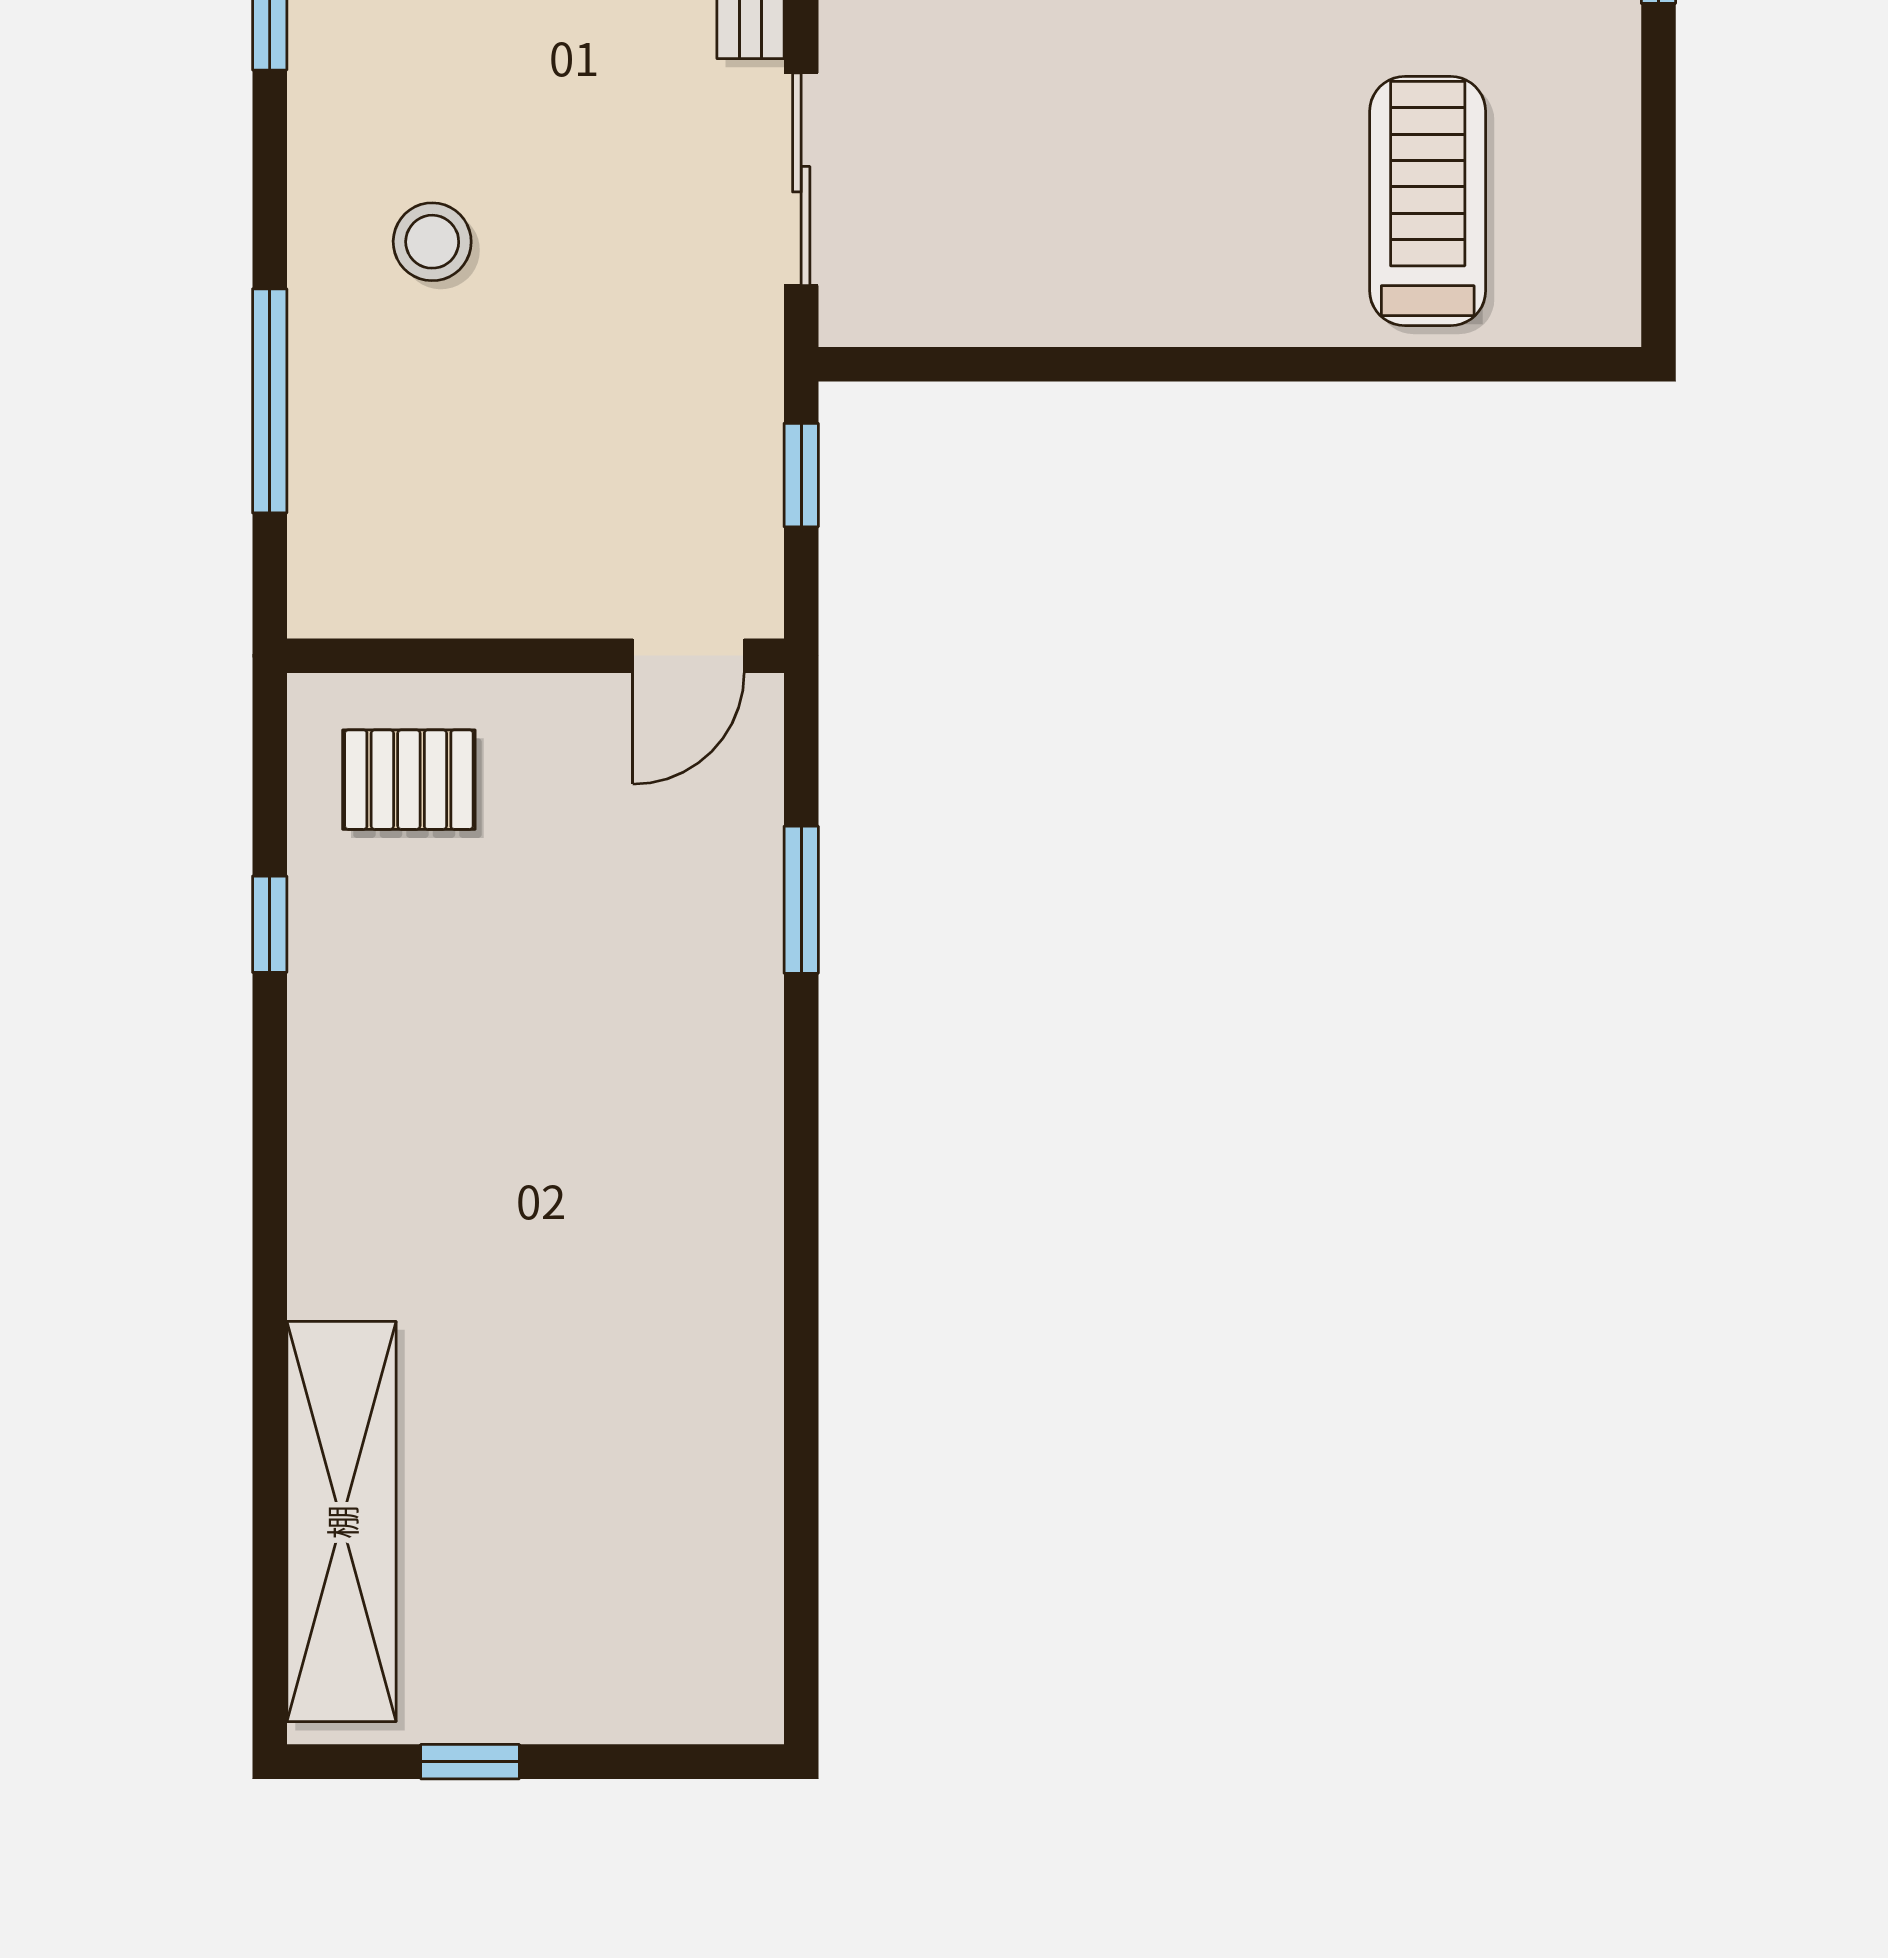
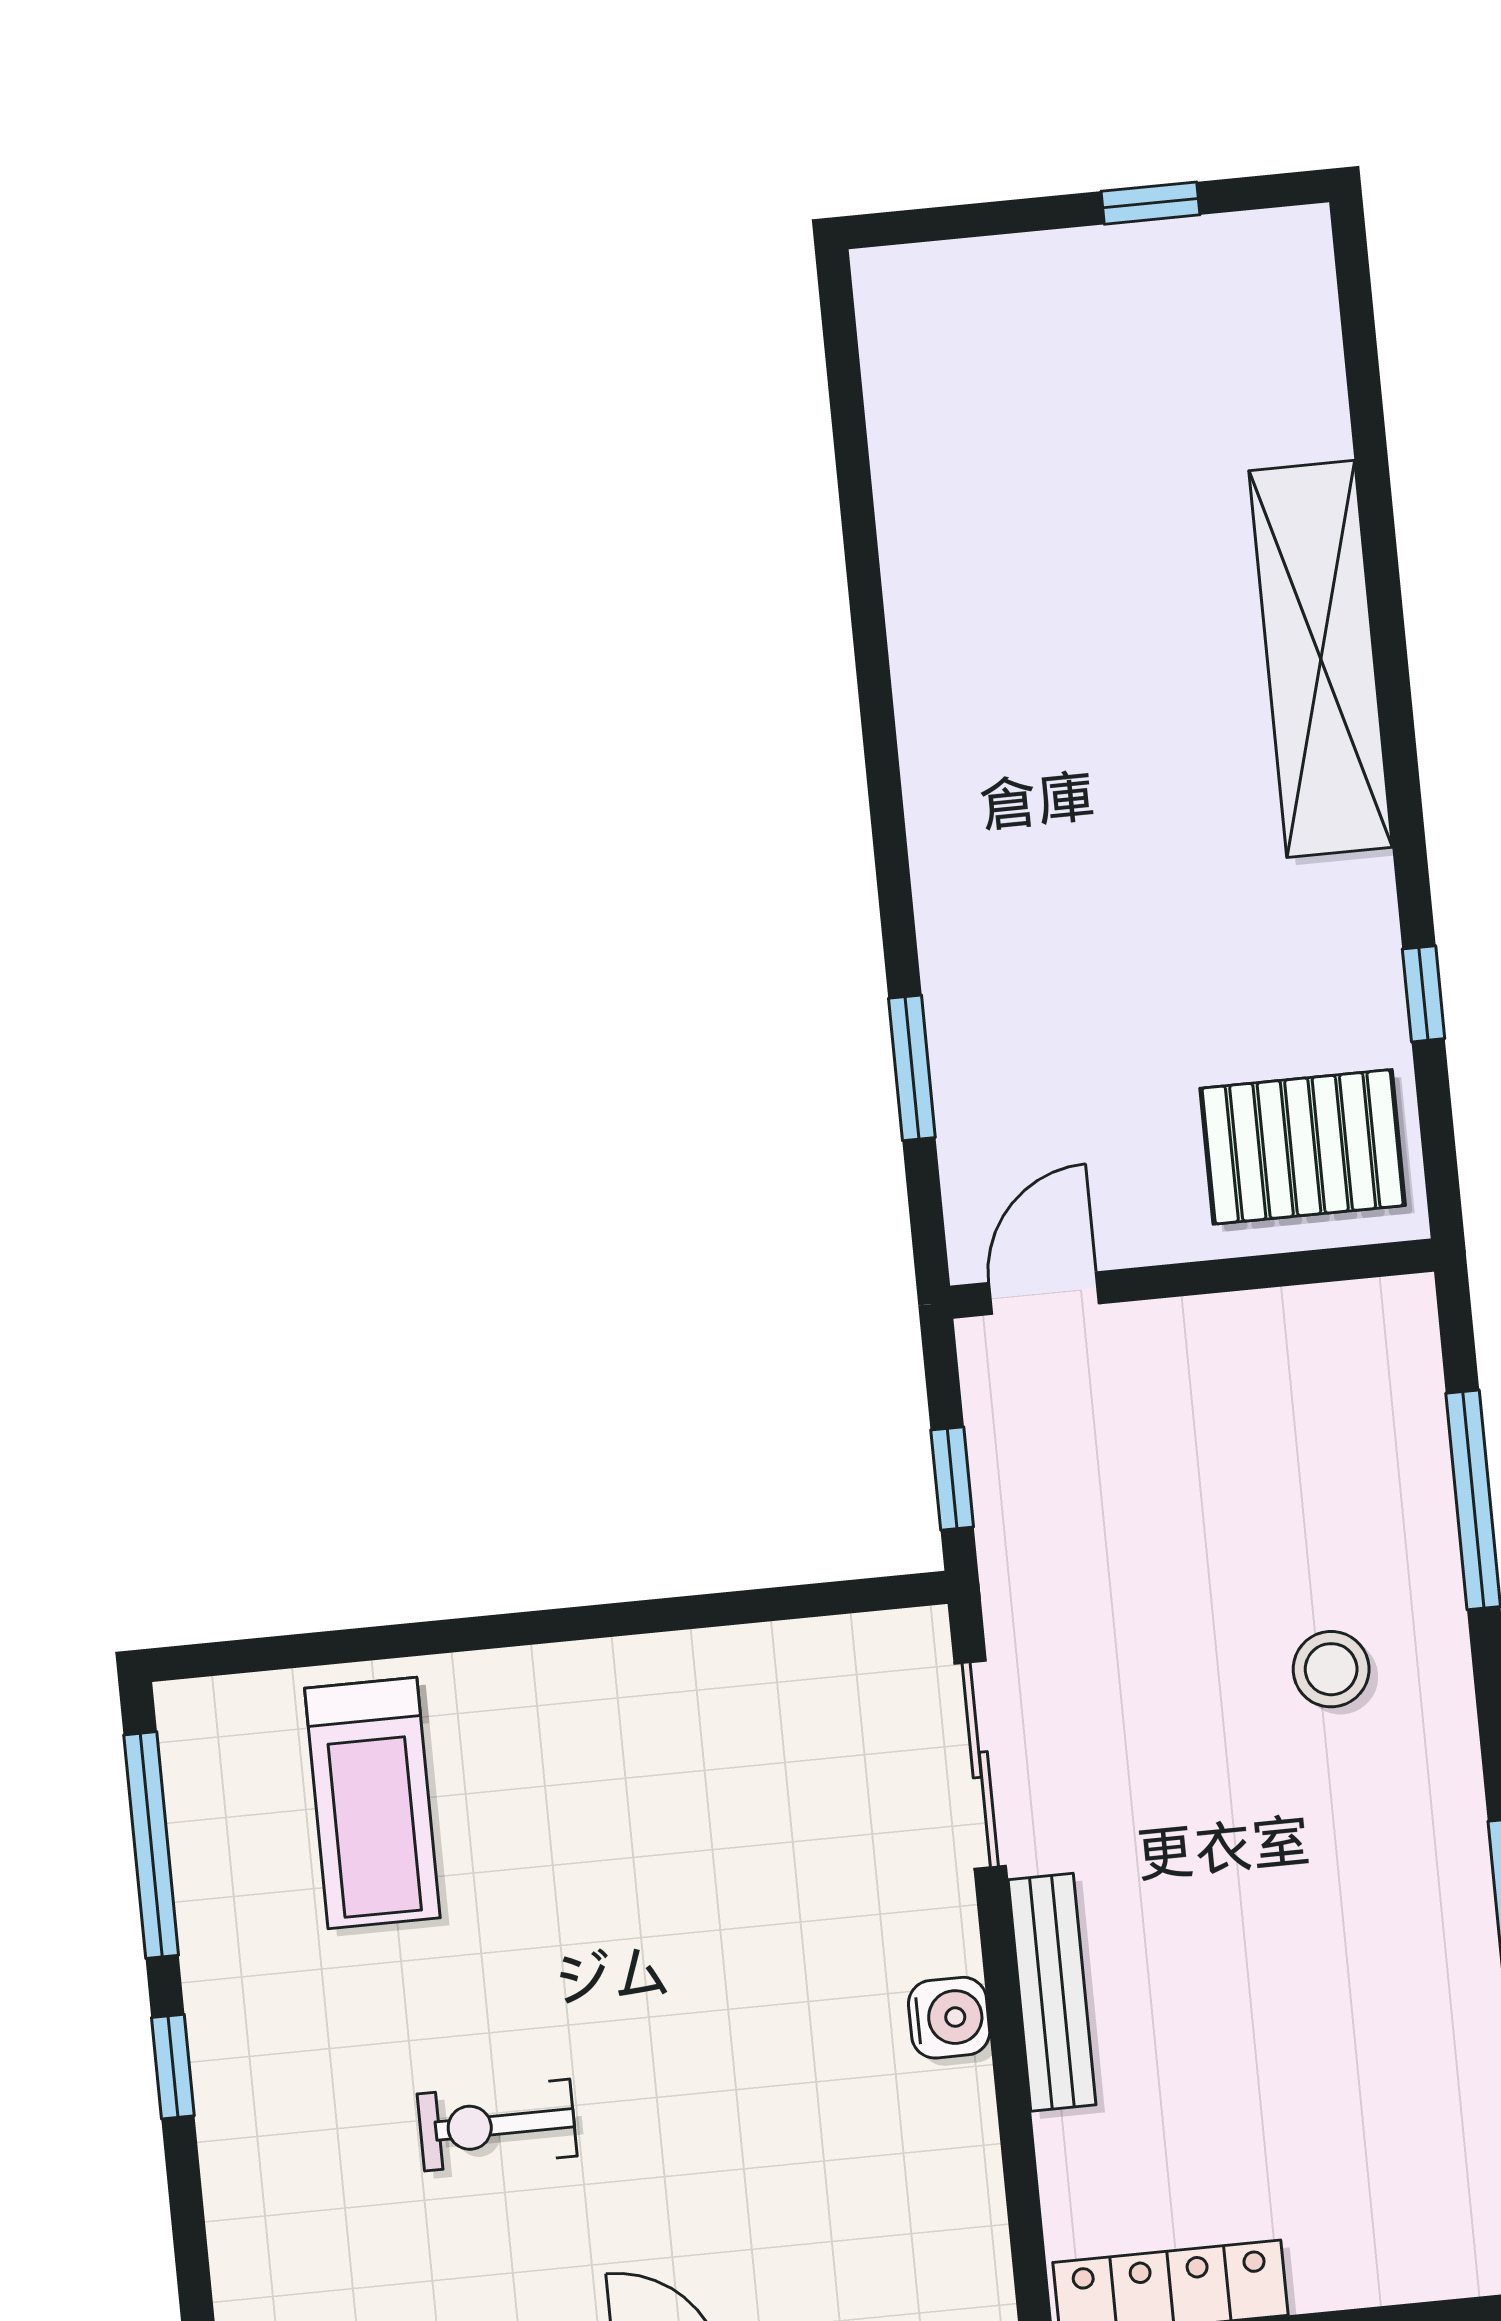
window: (1658, 180) -> (151, 1845), added
pallet: (409, 780) -> (1303, 1147), width x1.50, depth x1.42
shelving: (341, 1522) -> (1321, 659), moved

